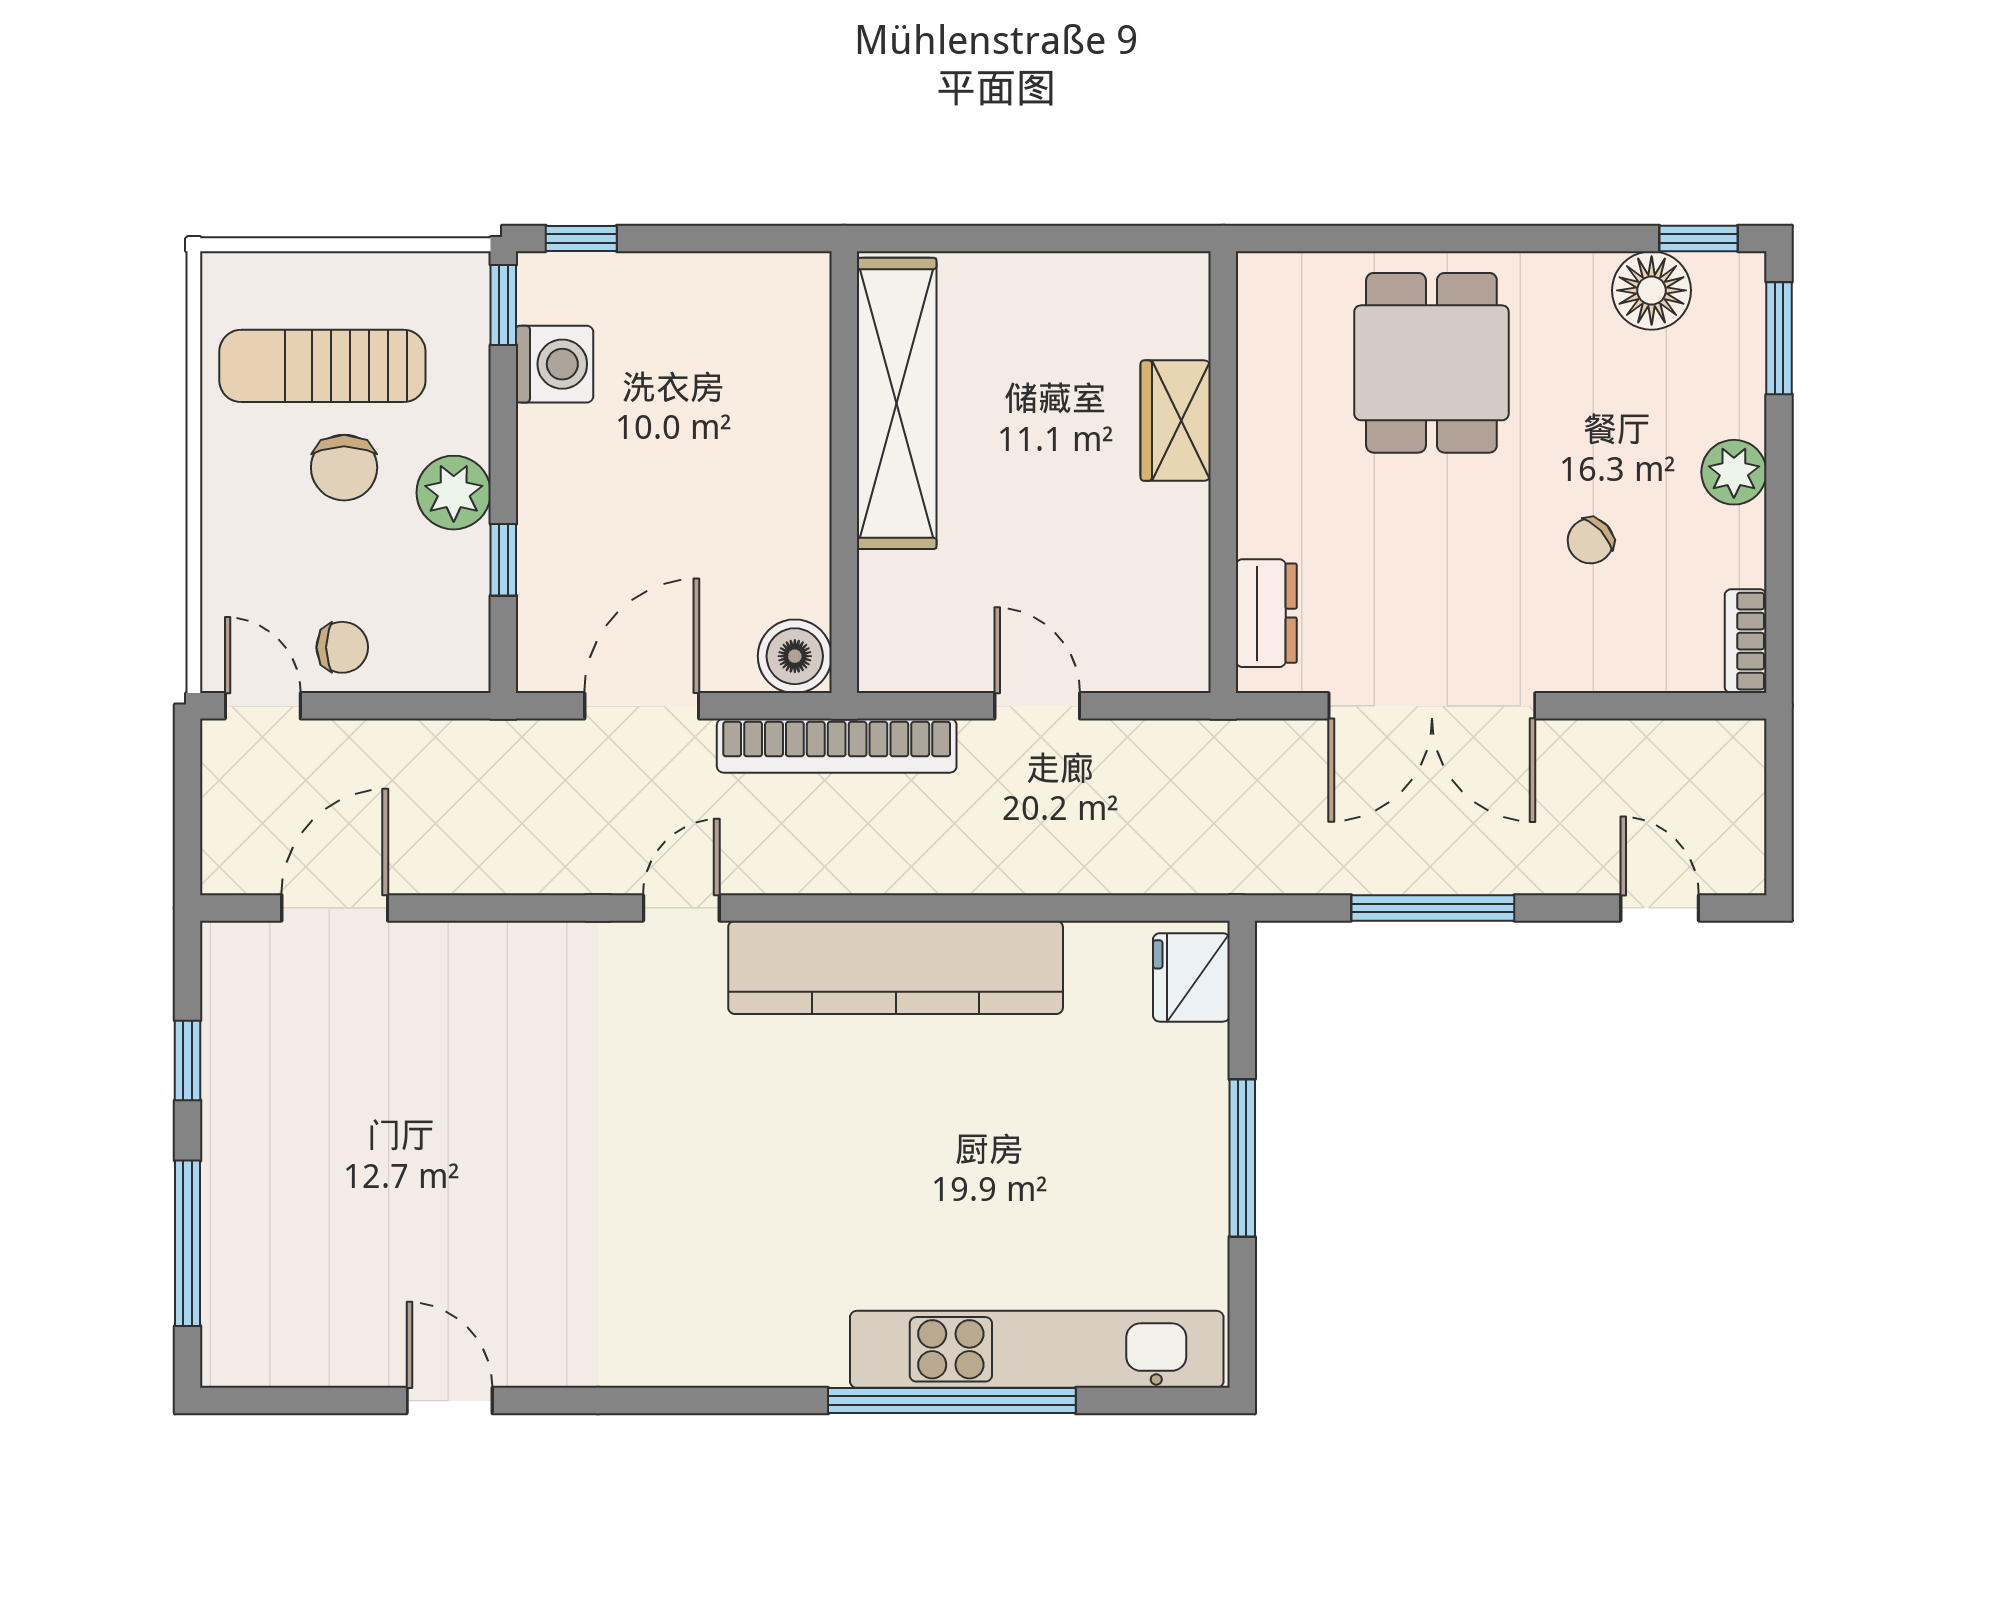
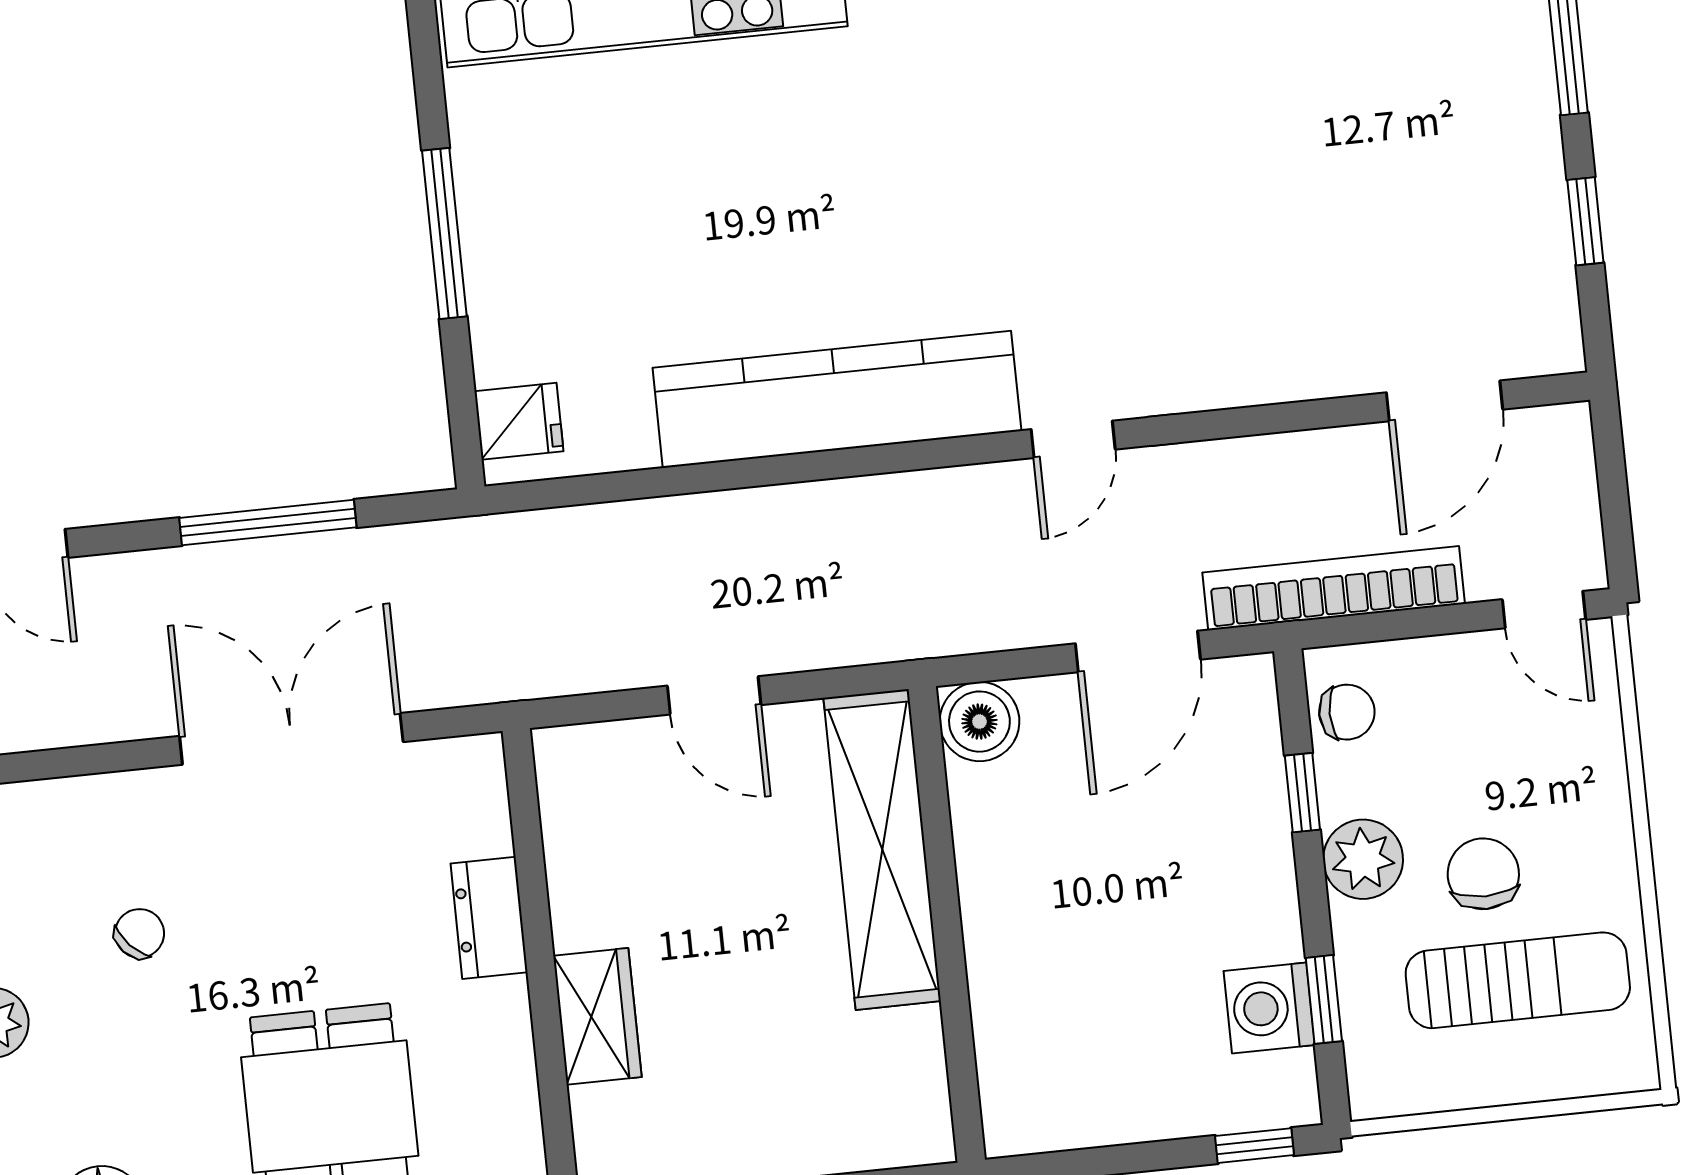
window: (503, 305) -> (1324, 999), moved
shelving: (897, 403) -> (882, 849), moved
dresser: (1266, 613) -> (489, 918), moved
chair: (342, 647) -> (1347, 712), moved, turned 180
bookcase: (837, 746) -> (1334, 588), moved
fridge: (1191, 977) -> (519, 421), width x0.72

